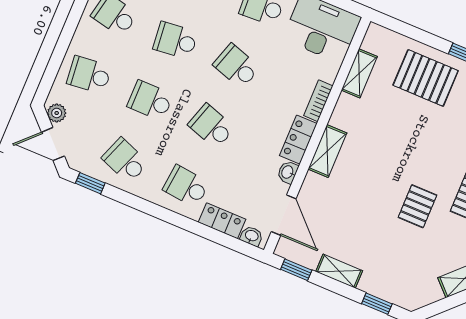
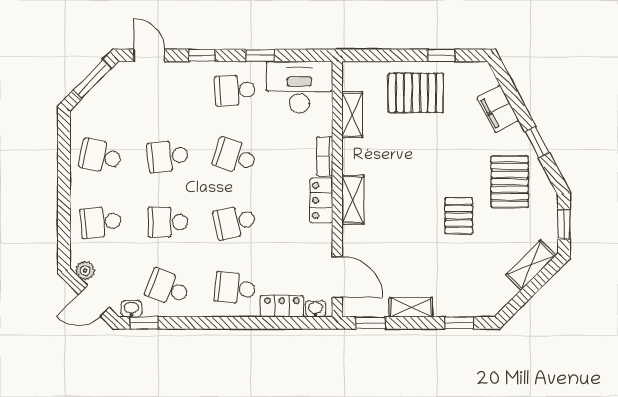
school desk: (211, 126) -> (235, 222), turned -30
washbasin: (288, 172) -> (131, 309), moved, turned 90

